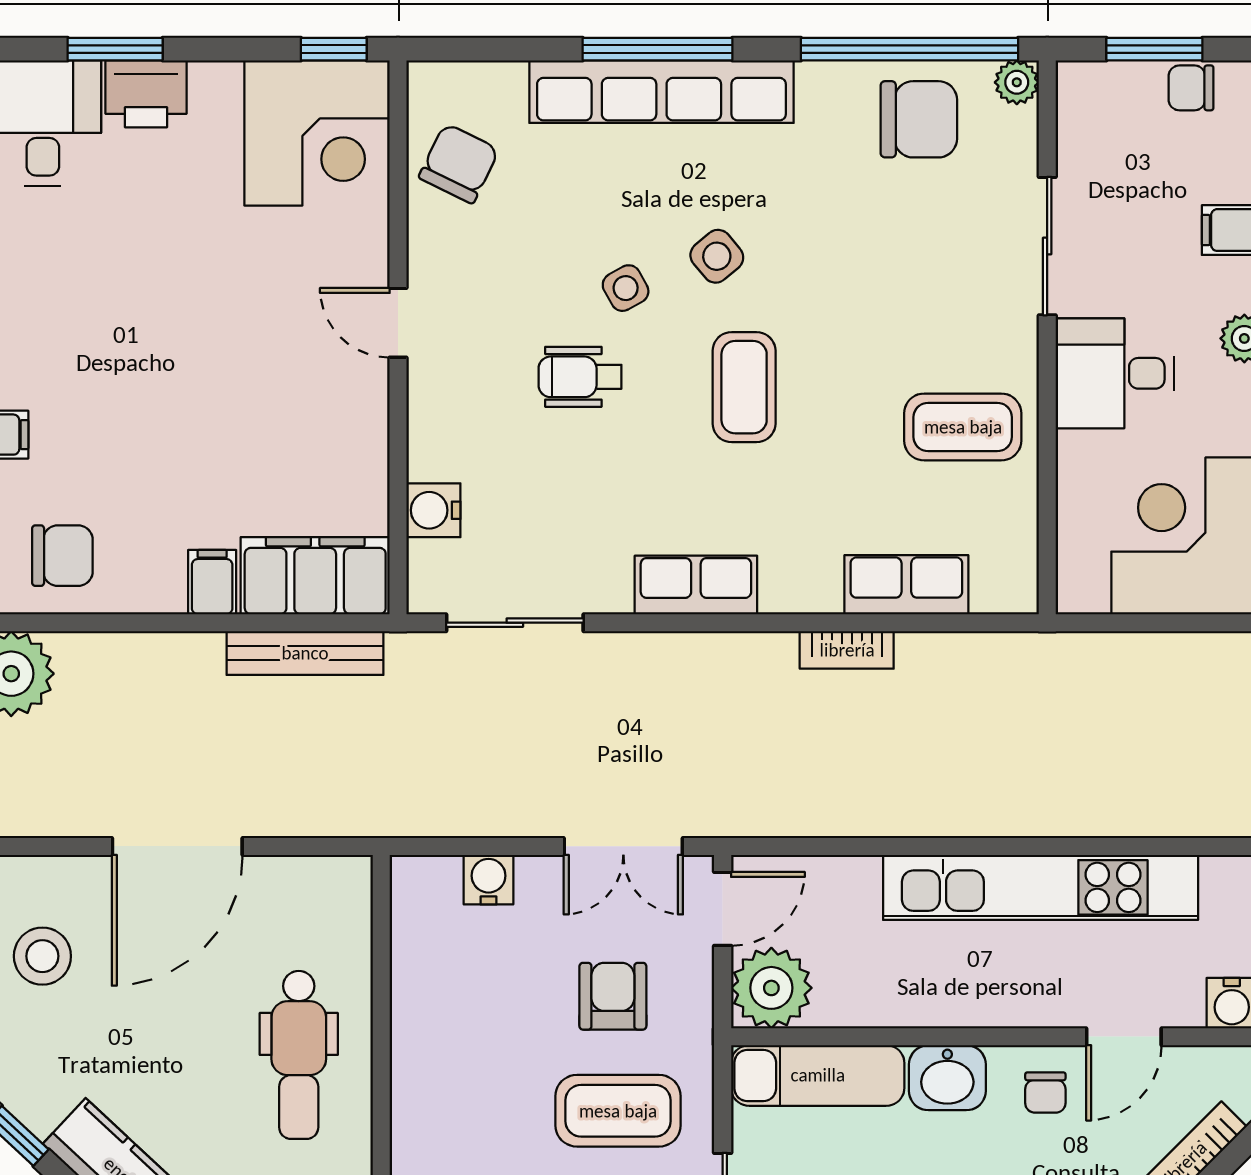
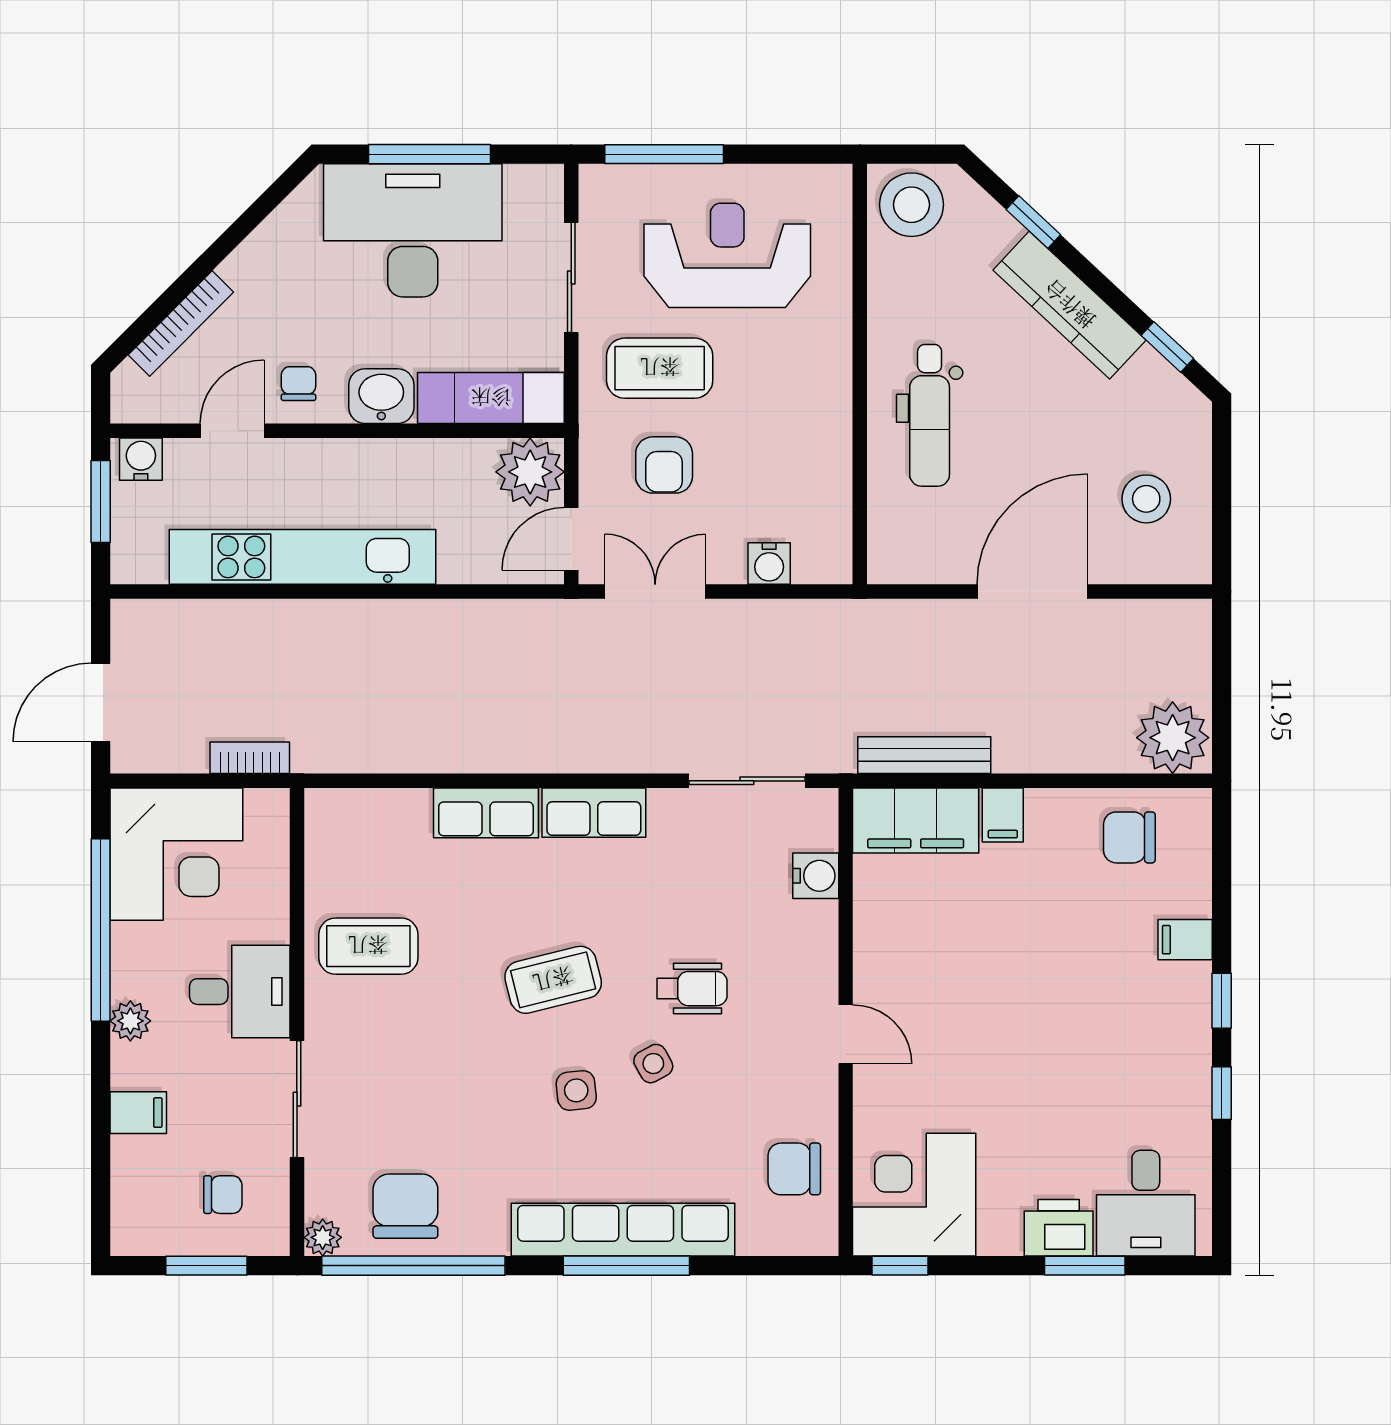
chair: (1191, 88) -> (223, 1195), moved
chair: (919, 119) -> (405, 1206), turned 90
chair: (459, 163) -> (794, 1169), turned 64
side table: (717, 256) -> (576, 1090), turned 34
coffee table: (744, 387) -> (553, 980), turned 76
row of seats: (906, 585) -> (486, 813), moved
bookcase: (847, 650) -> (250, 758), moved
dental chair: (299, 1055) -> (930, 415), turned 180

